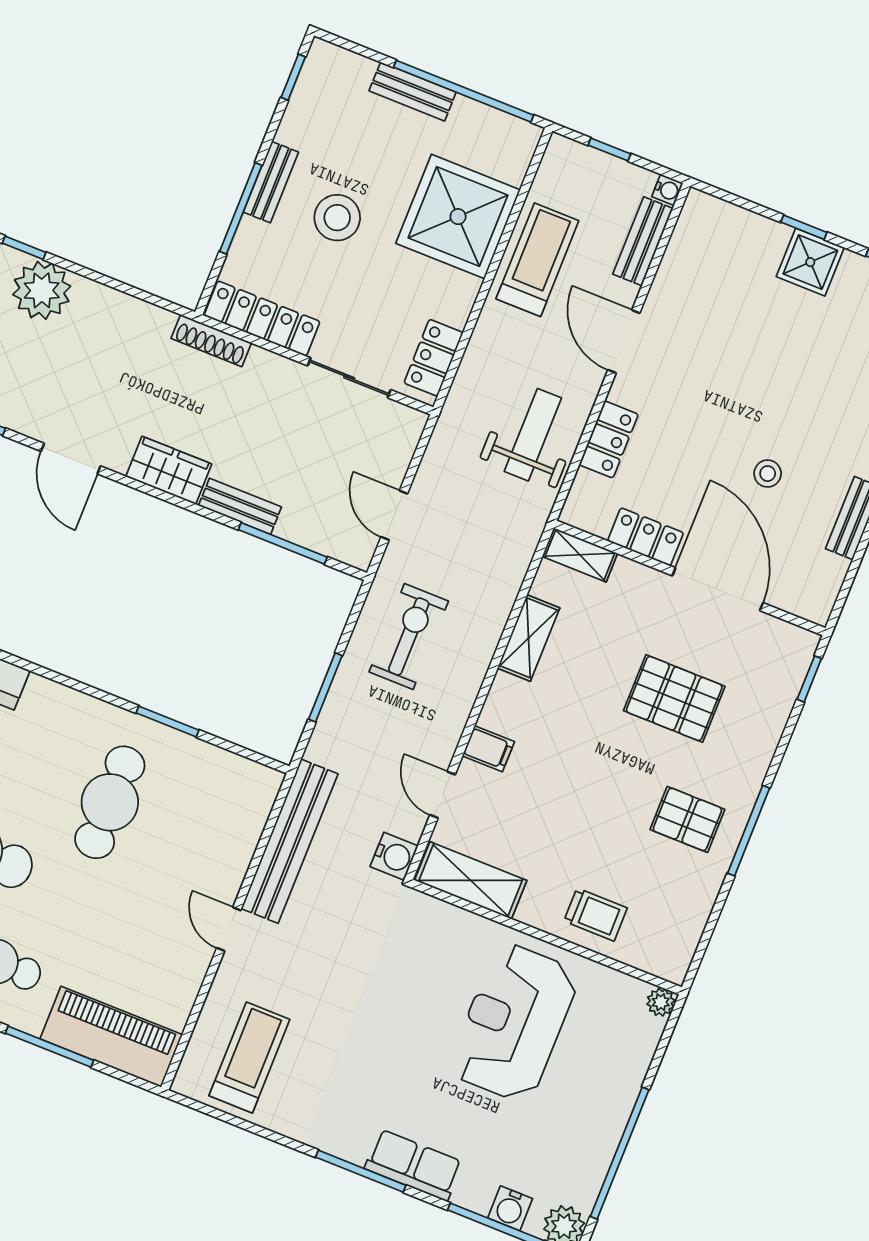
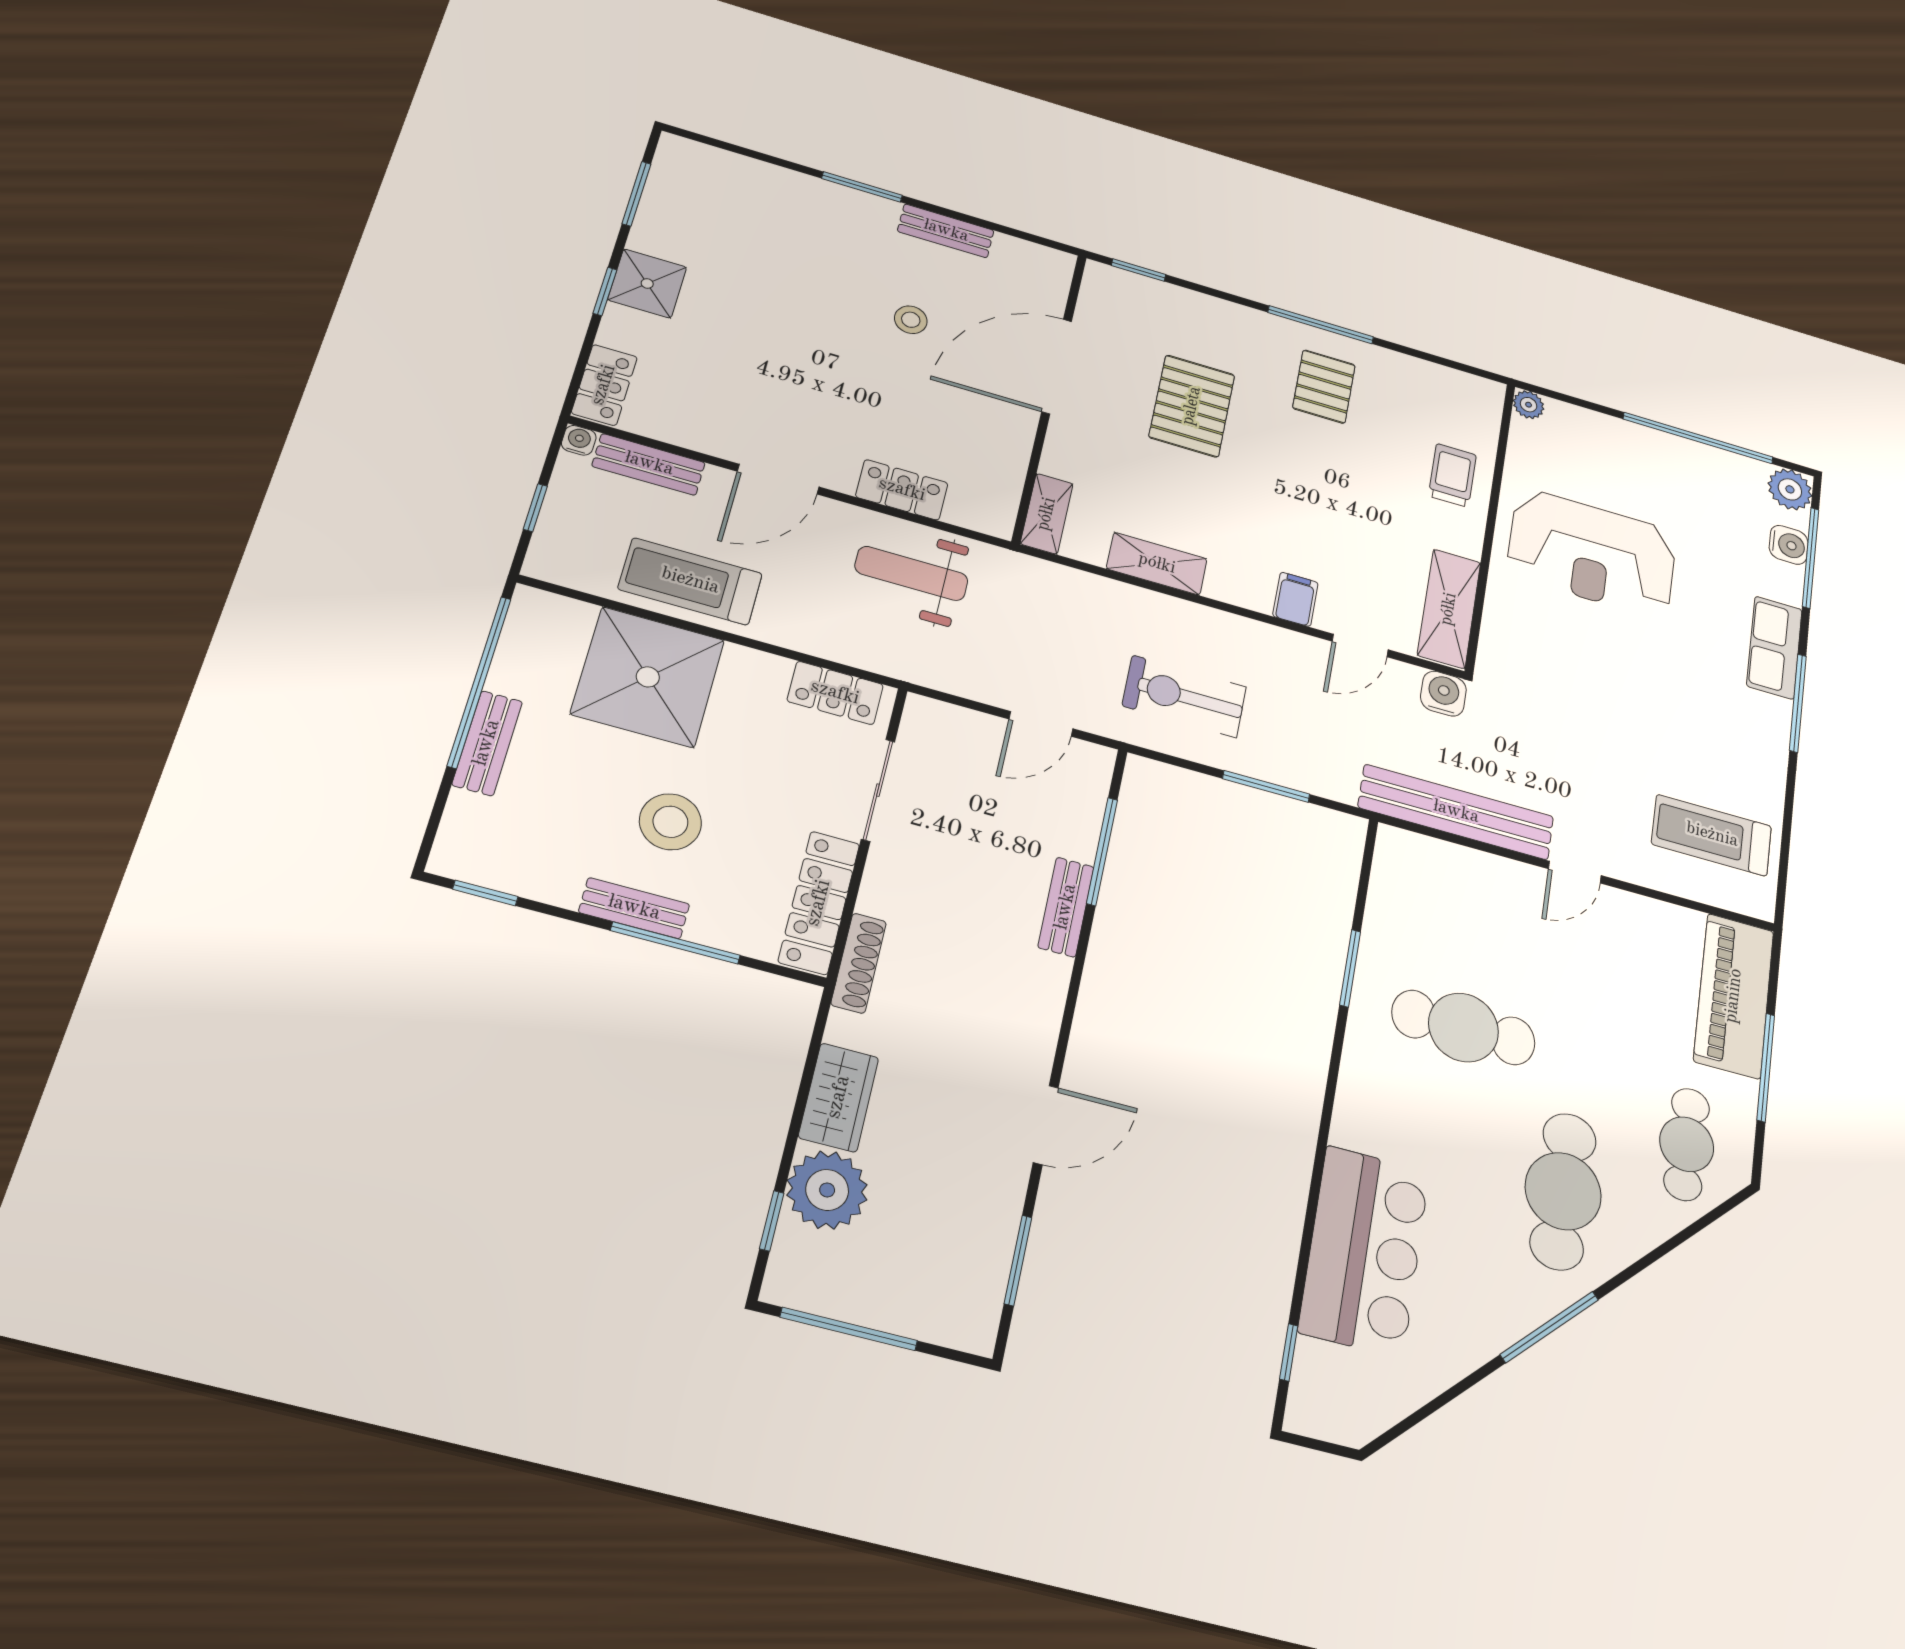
wardrobe: (169, 470) -> (839, 1097), moved, turned 180
locker: (646, 537) -> (604, 385), moved, turned 180

